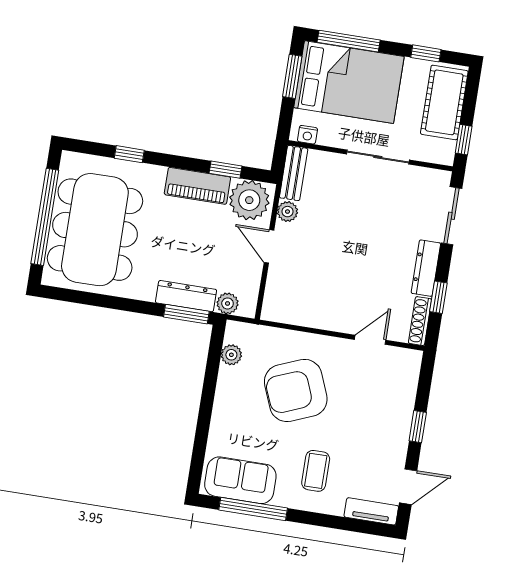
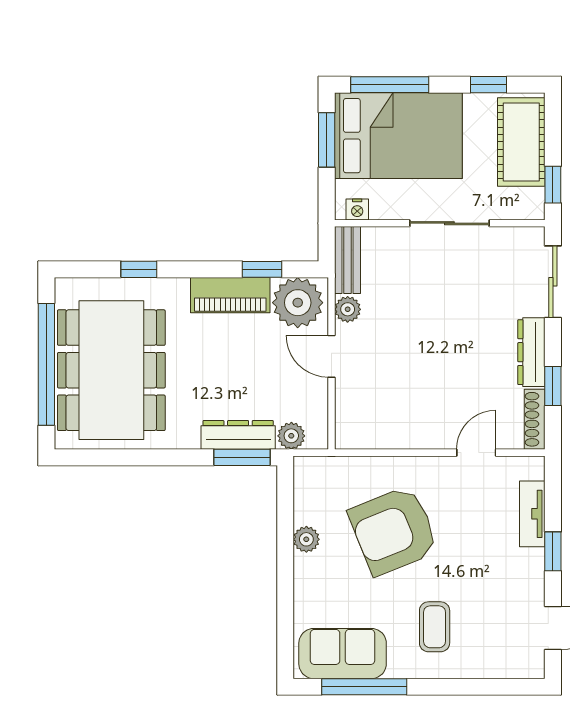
plant: (231, 355) -> (306, 539), moved
tv unit: (371, 511) -> (532, 514), moved, turned -90

